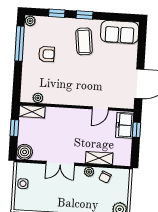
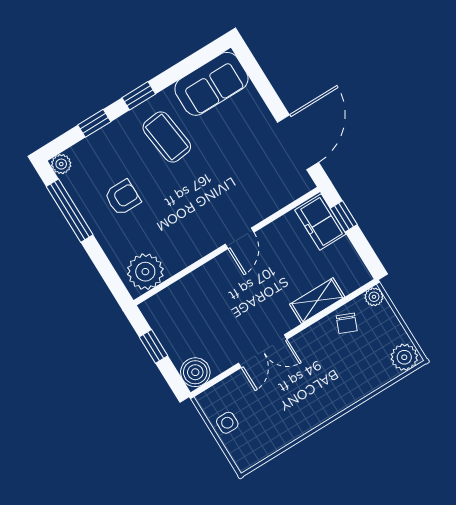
plant: (38, 98) -> (145, 272), width x1.88, depth x1.88
door: (100, 108) -> (240, 238), moved
shelving: (32, 112) -> (163, 302), removed
plant: (89, 172) -> (374, 297), moved

